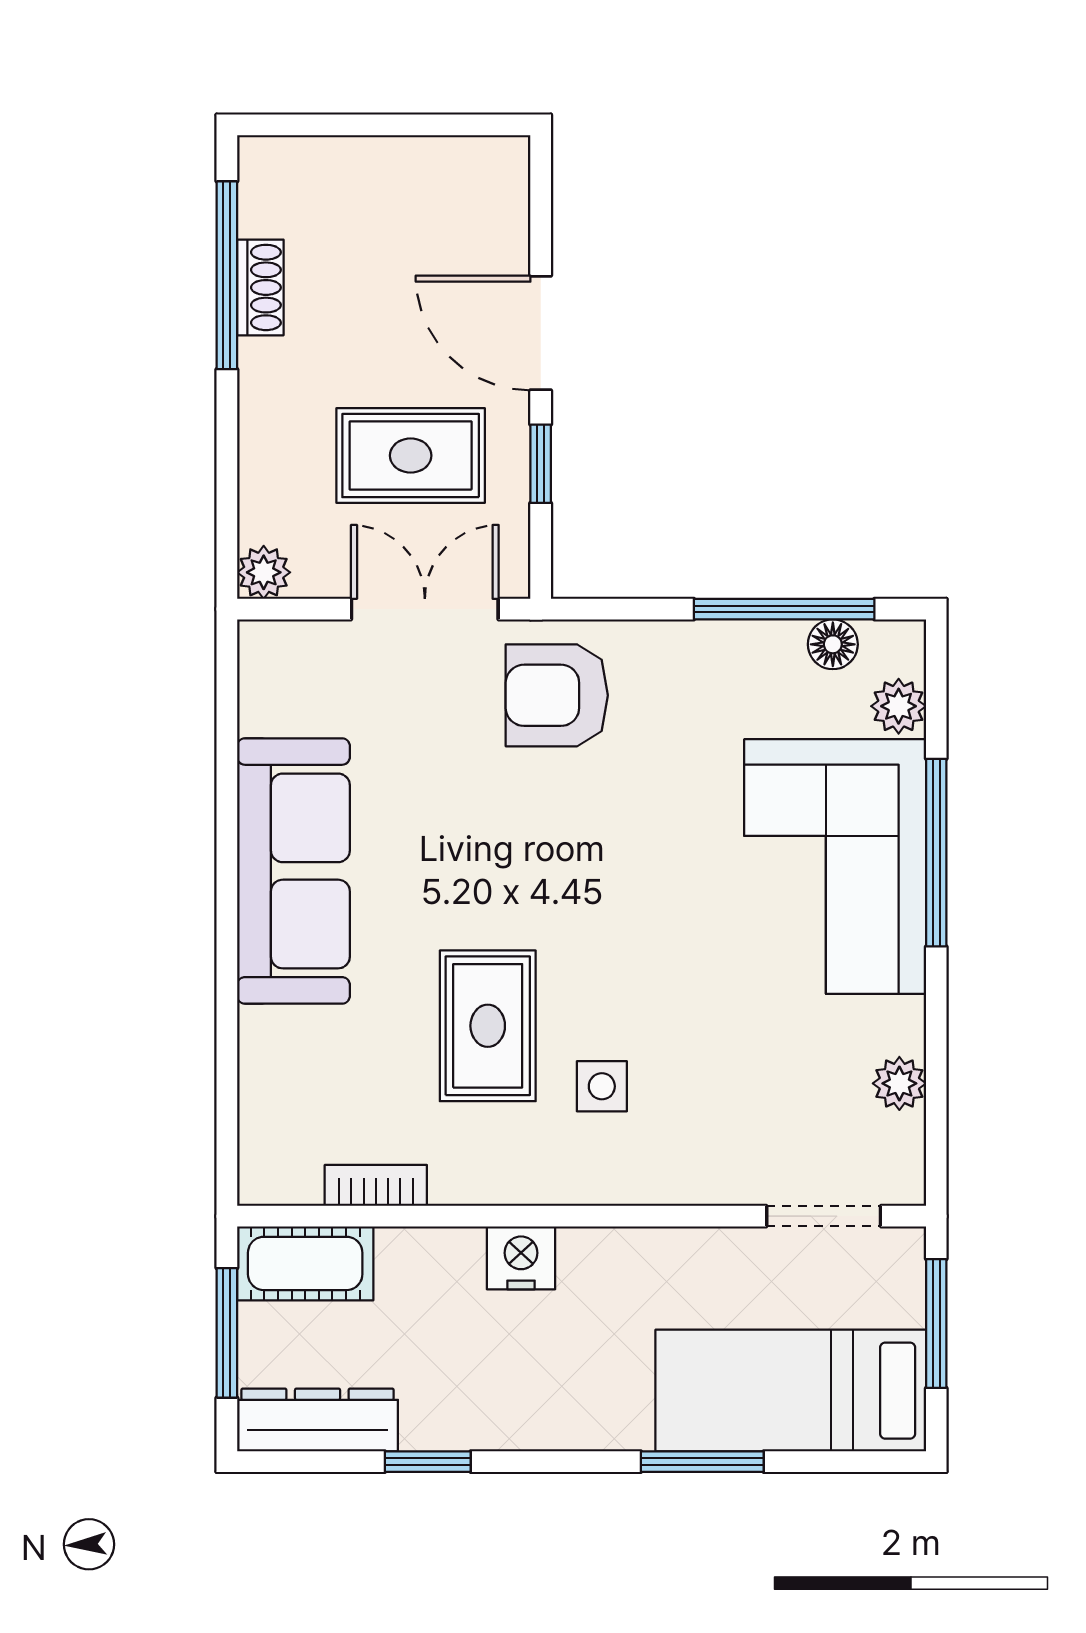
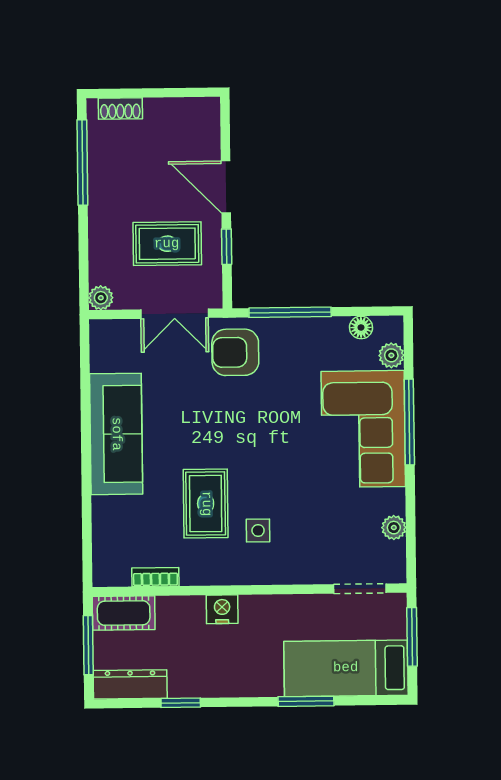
shoe rack: (260, 287) -> (120, 109), moved, turned 90
double door: (425, 609) -> (175, 314), swing flipped
window: (784, 609) -> (290, 312), moved

